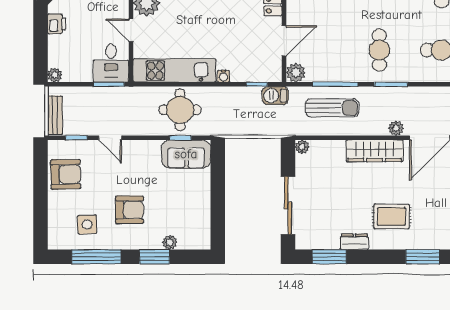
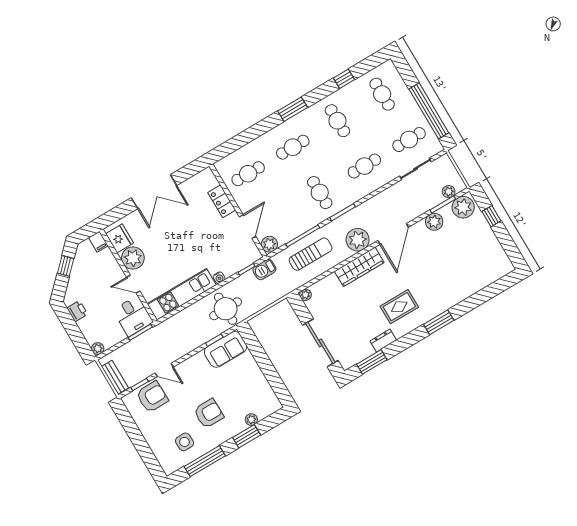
round table: (180, 110) -> (226, 309), moved
plant: (396, 128) -> (358, 240), width x1.87, depth x1.87
armchair: (66, 174) -> (152, 397), moved

